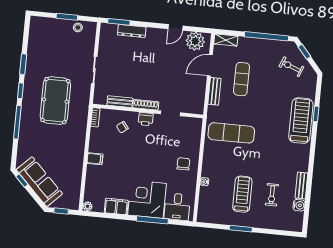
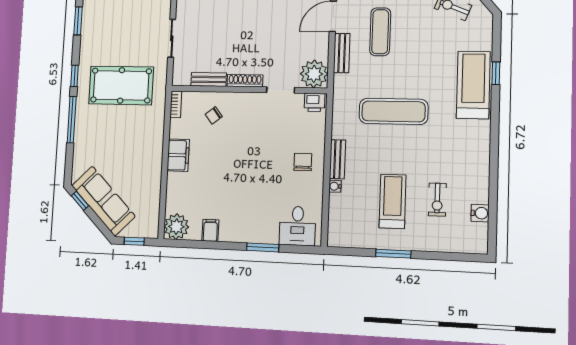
window: (23, 64) -> (78, 21), moved
pool table: (55, 101) -> (121, 85), turned 90
plant: (194, 104) -> (314, 74), added
printer: (146, 119) -> (315, 102), moved
exercise mat: (231, 133) -> (393, 111), moved
filing cabinet: (95, 159) -> (178, 155), width x2.00
bench: (301, 186) -> (337, 159), moved
corner desk: (147, 199) -> (253, 217), removed
plant: (88, 206) -> (176, 227), width x1.88, depth x1.88
filing cabinet: (116, 206) -> (210, 230), width x0.50
window: (152, 220) -> (263, 247), width x0.69

